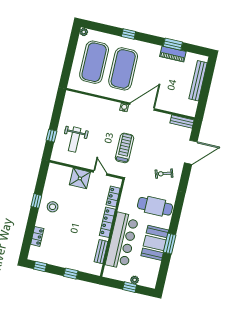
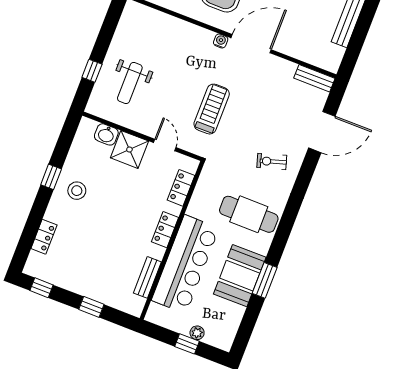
washbasin: (65, 172) -> (106, 134), added
locker: (107, 222) -> (165, 230), width x0.66

